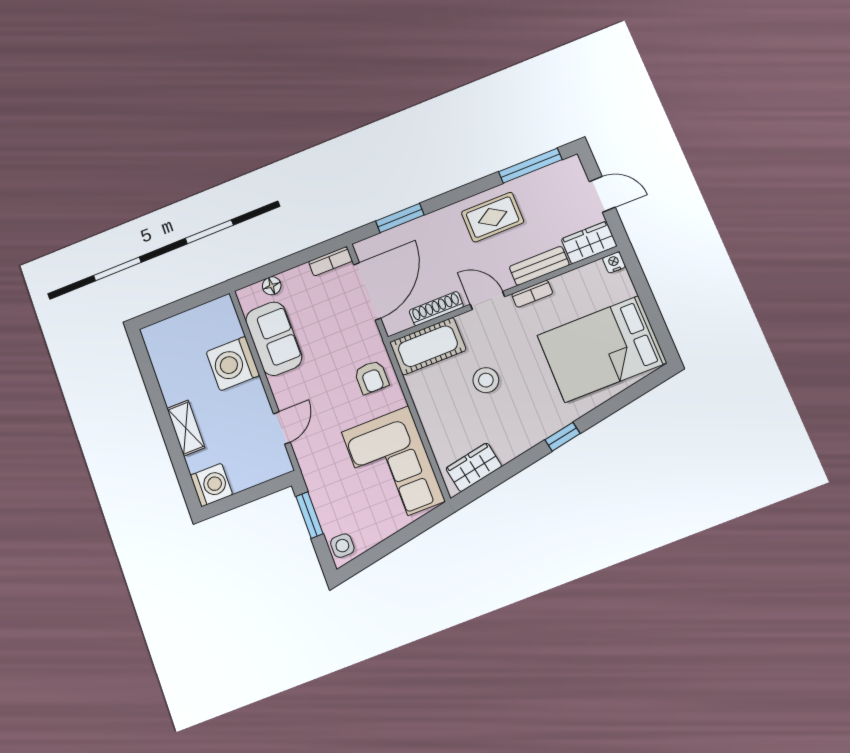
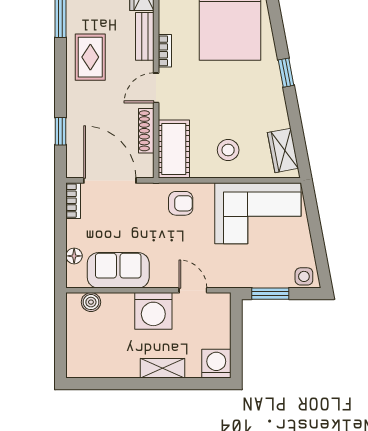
window: (400, 218) -> (61, 131), width x0.67
boiler: (229, 323) -> (91, 302), added
washing machine: (233, 364) -> (153, 311), moved
stool: (486, 380) -> (228, 150), moved

